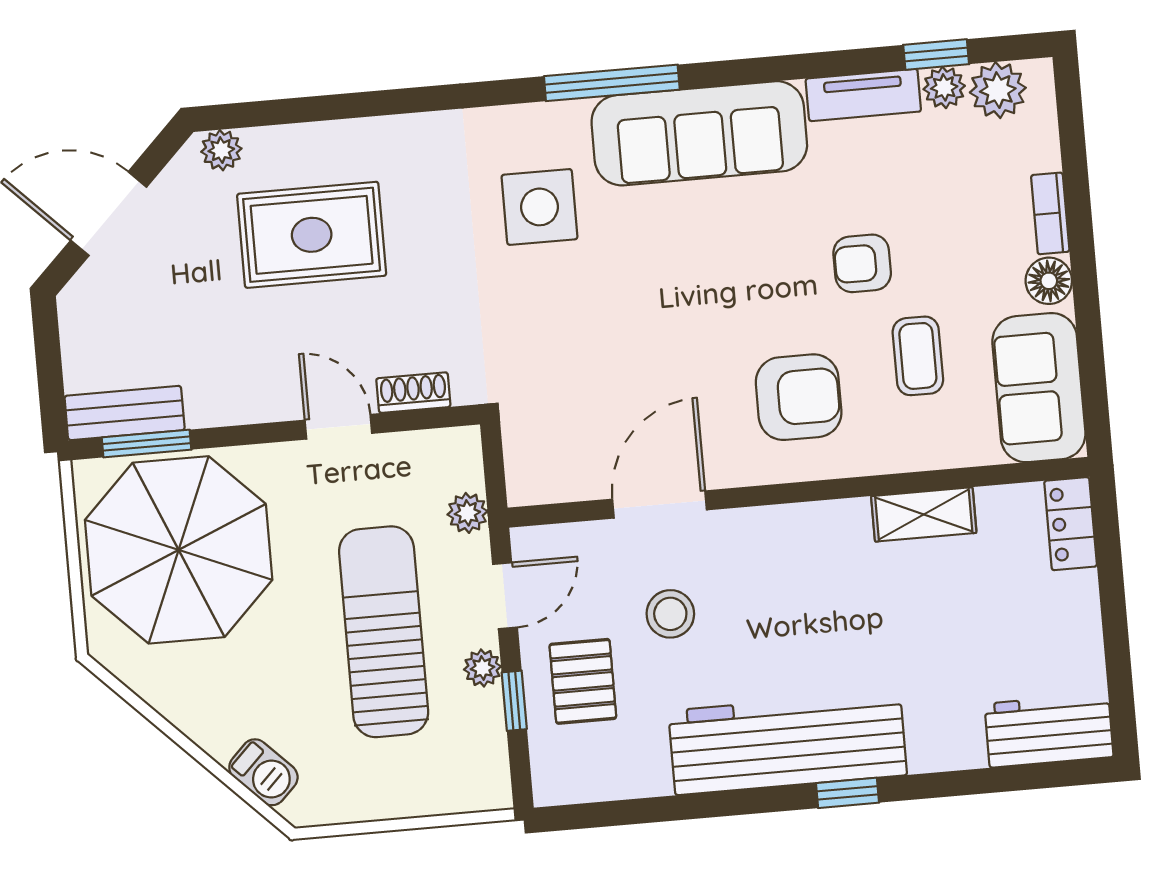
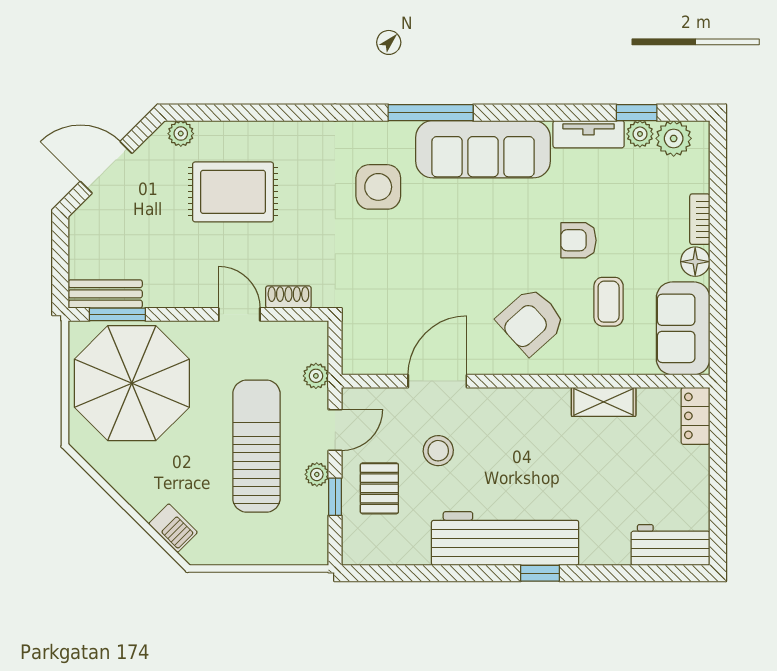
armchair: (799, 397) -> (531, 321), turned 138

